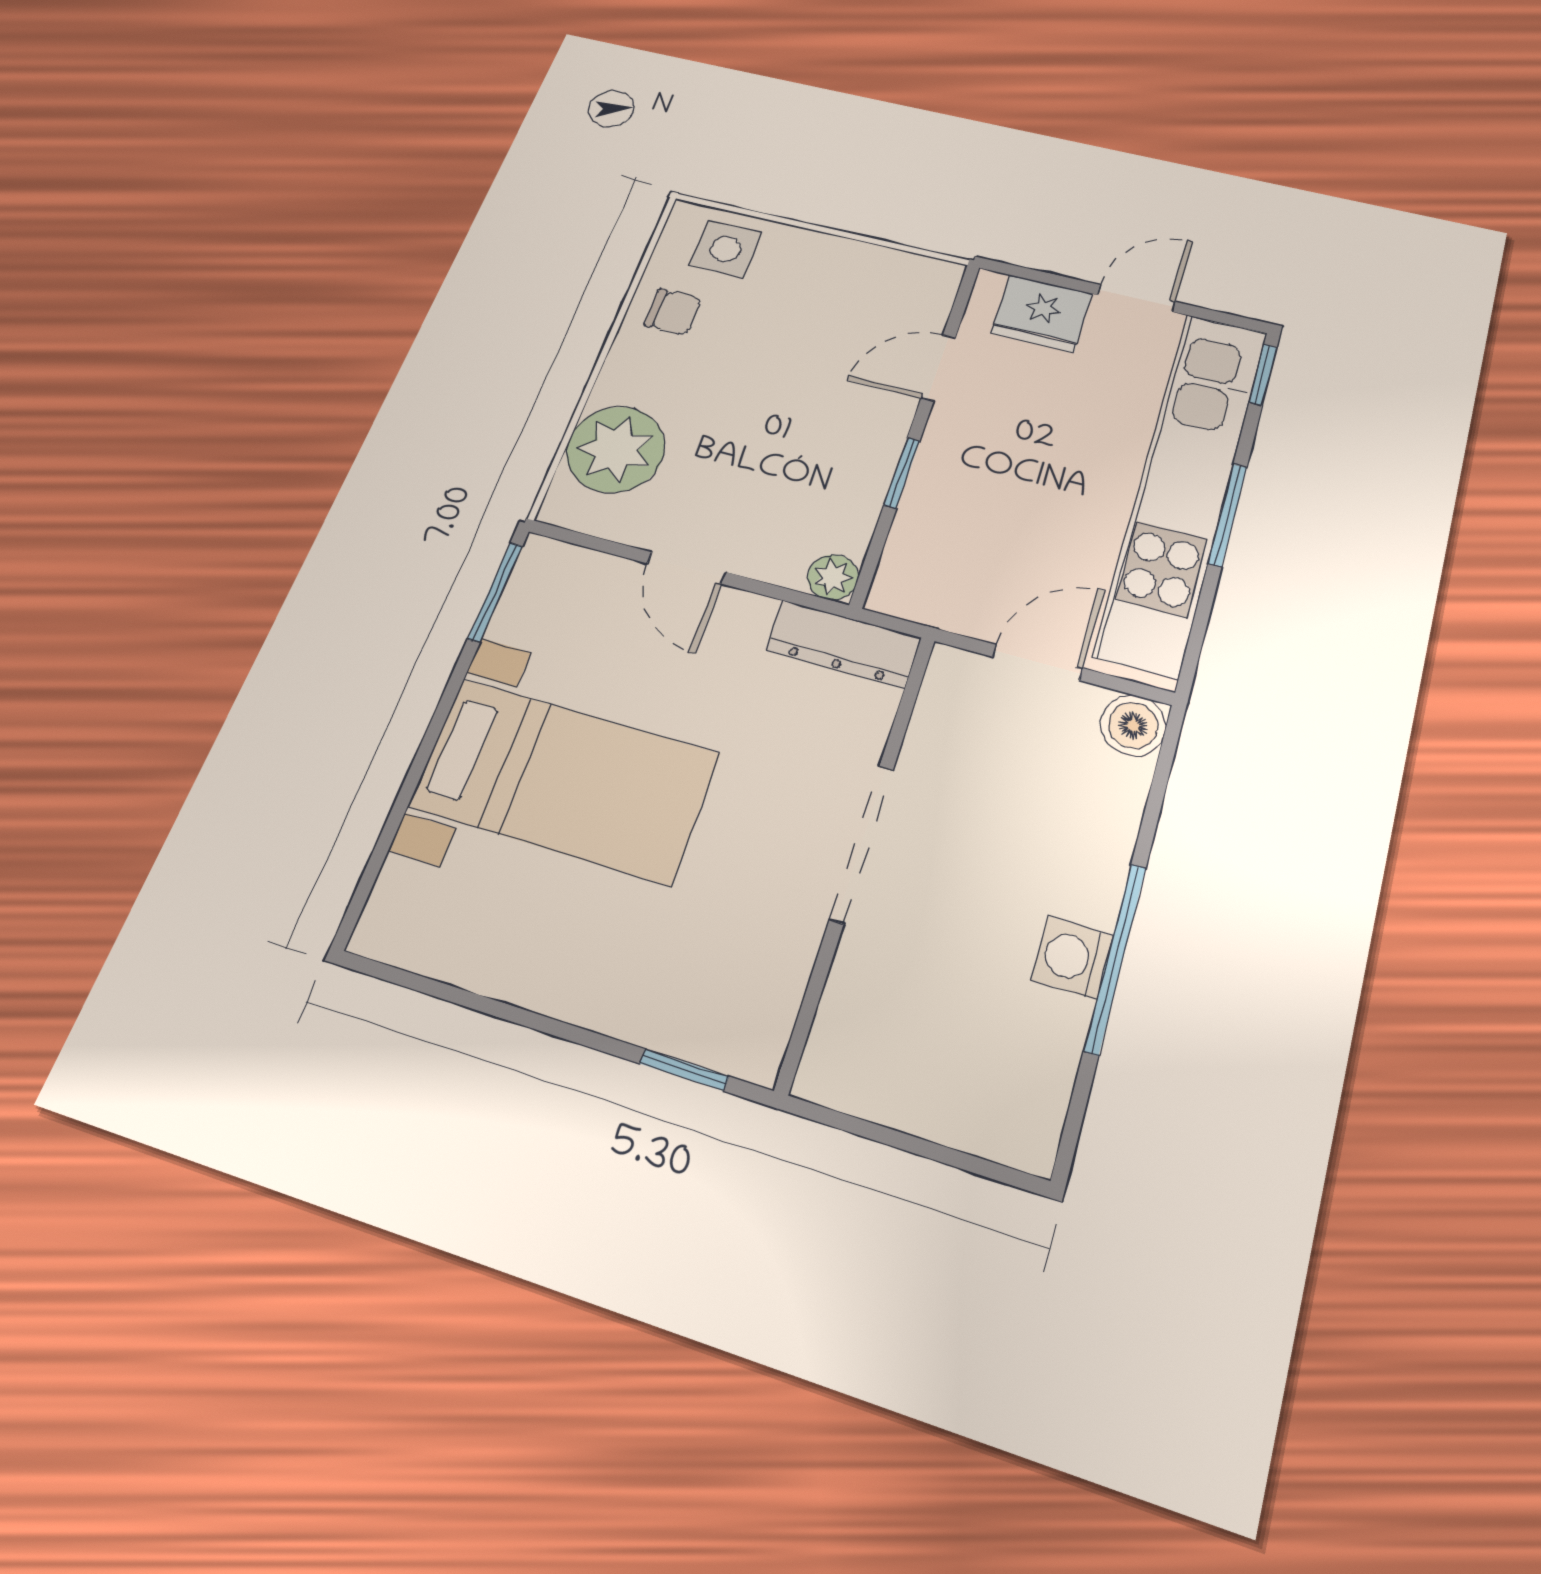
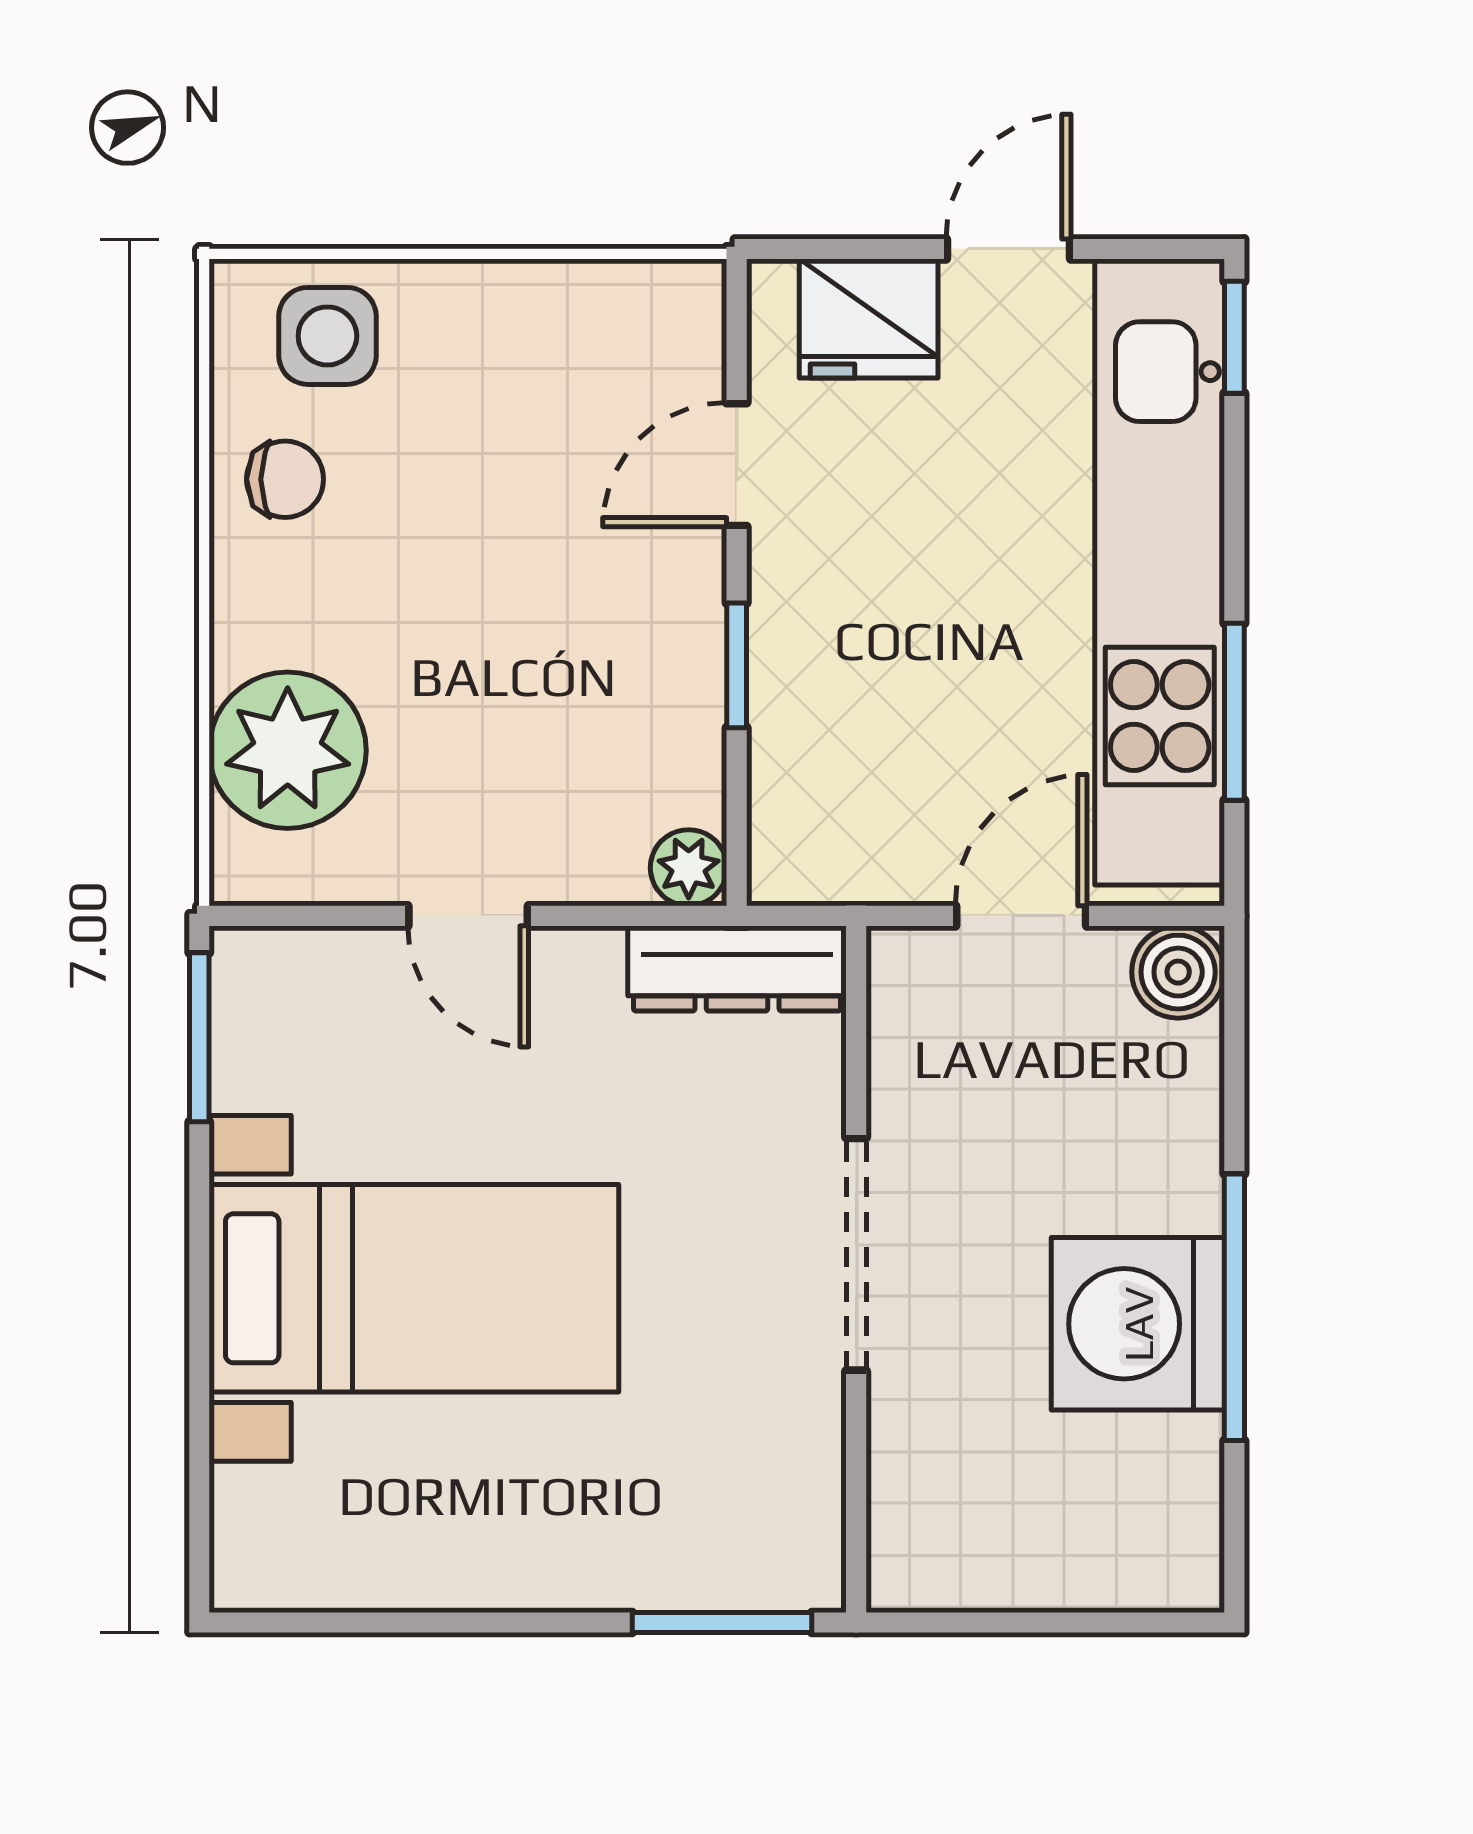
window: (1228, 515) -> (1234, 712), moved
washing machine: (1072, 958) -> (1138, 1324), width x1.89, depth x1.89
window: (684, 1070) -> (722, 1622), width x1.50

